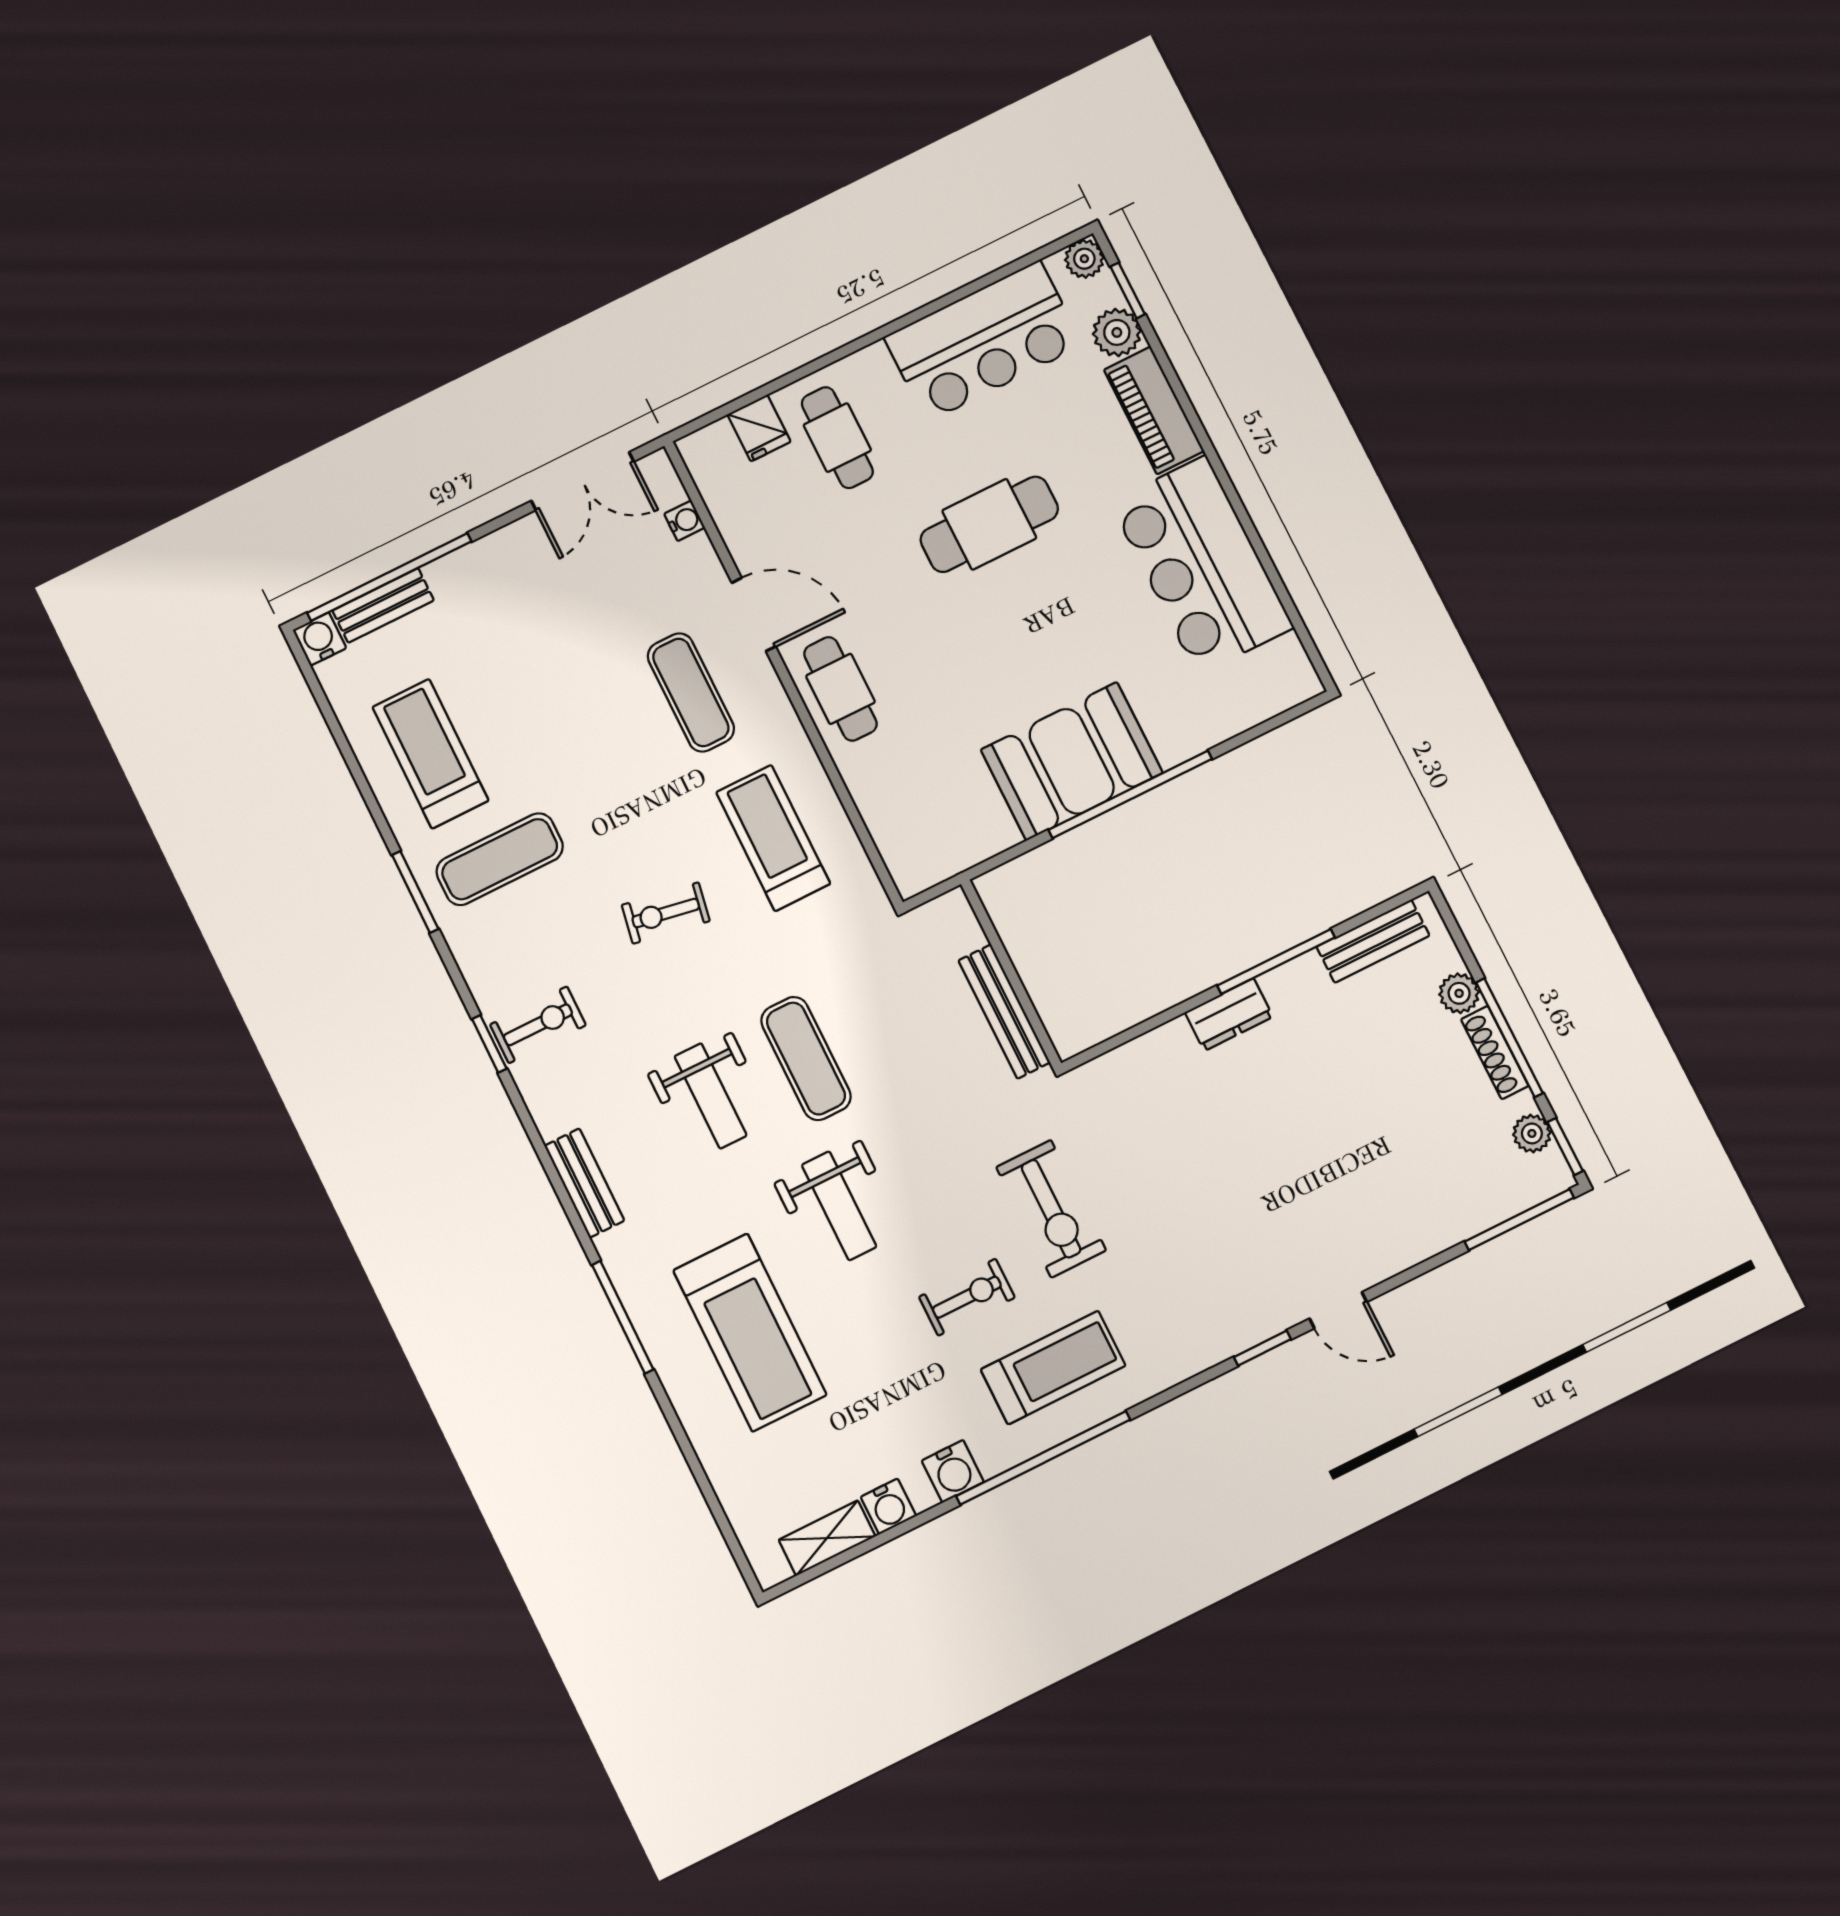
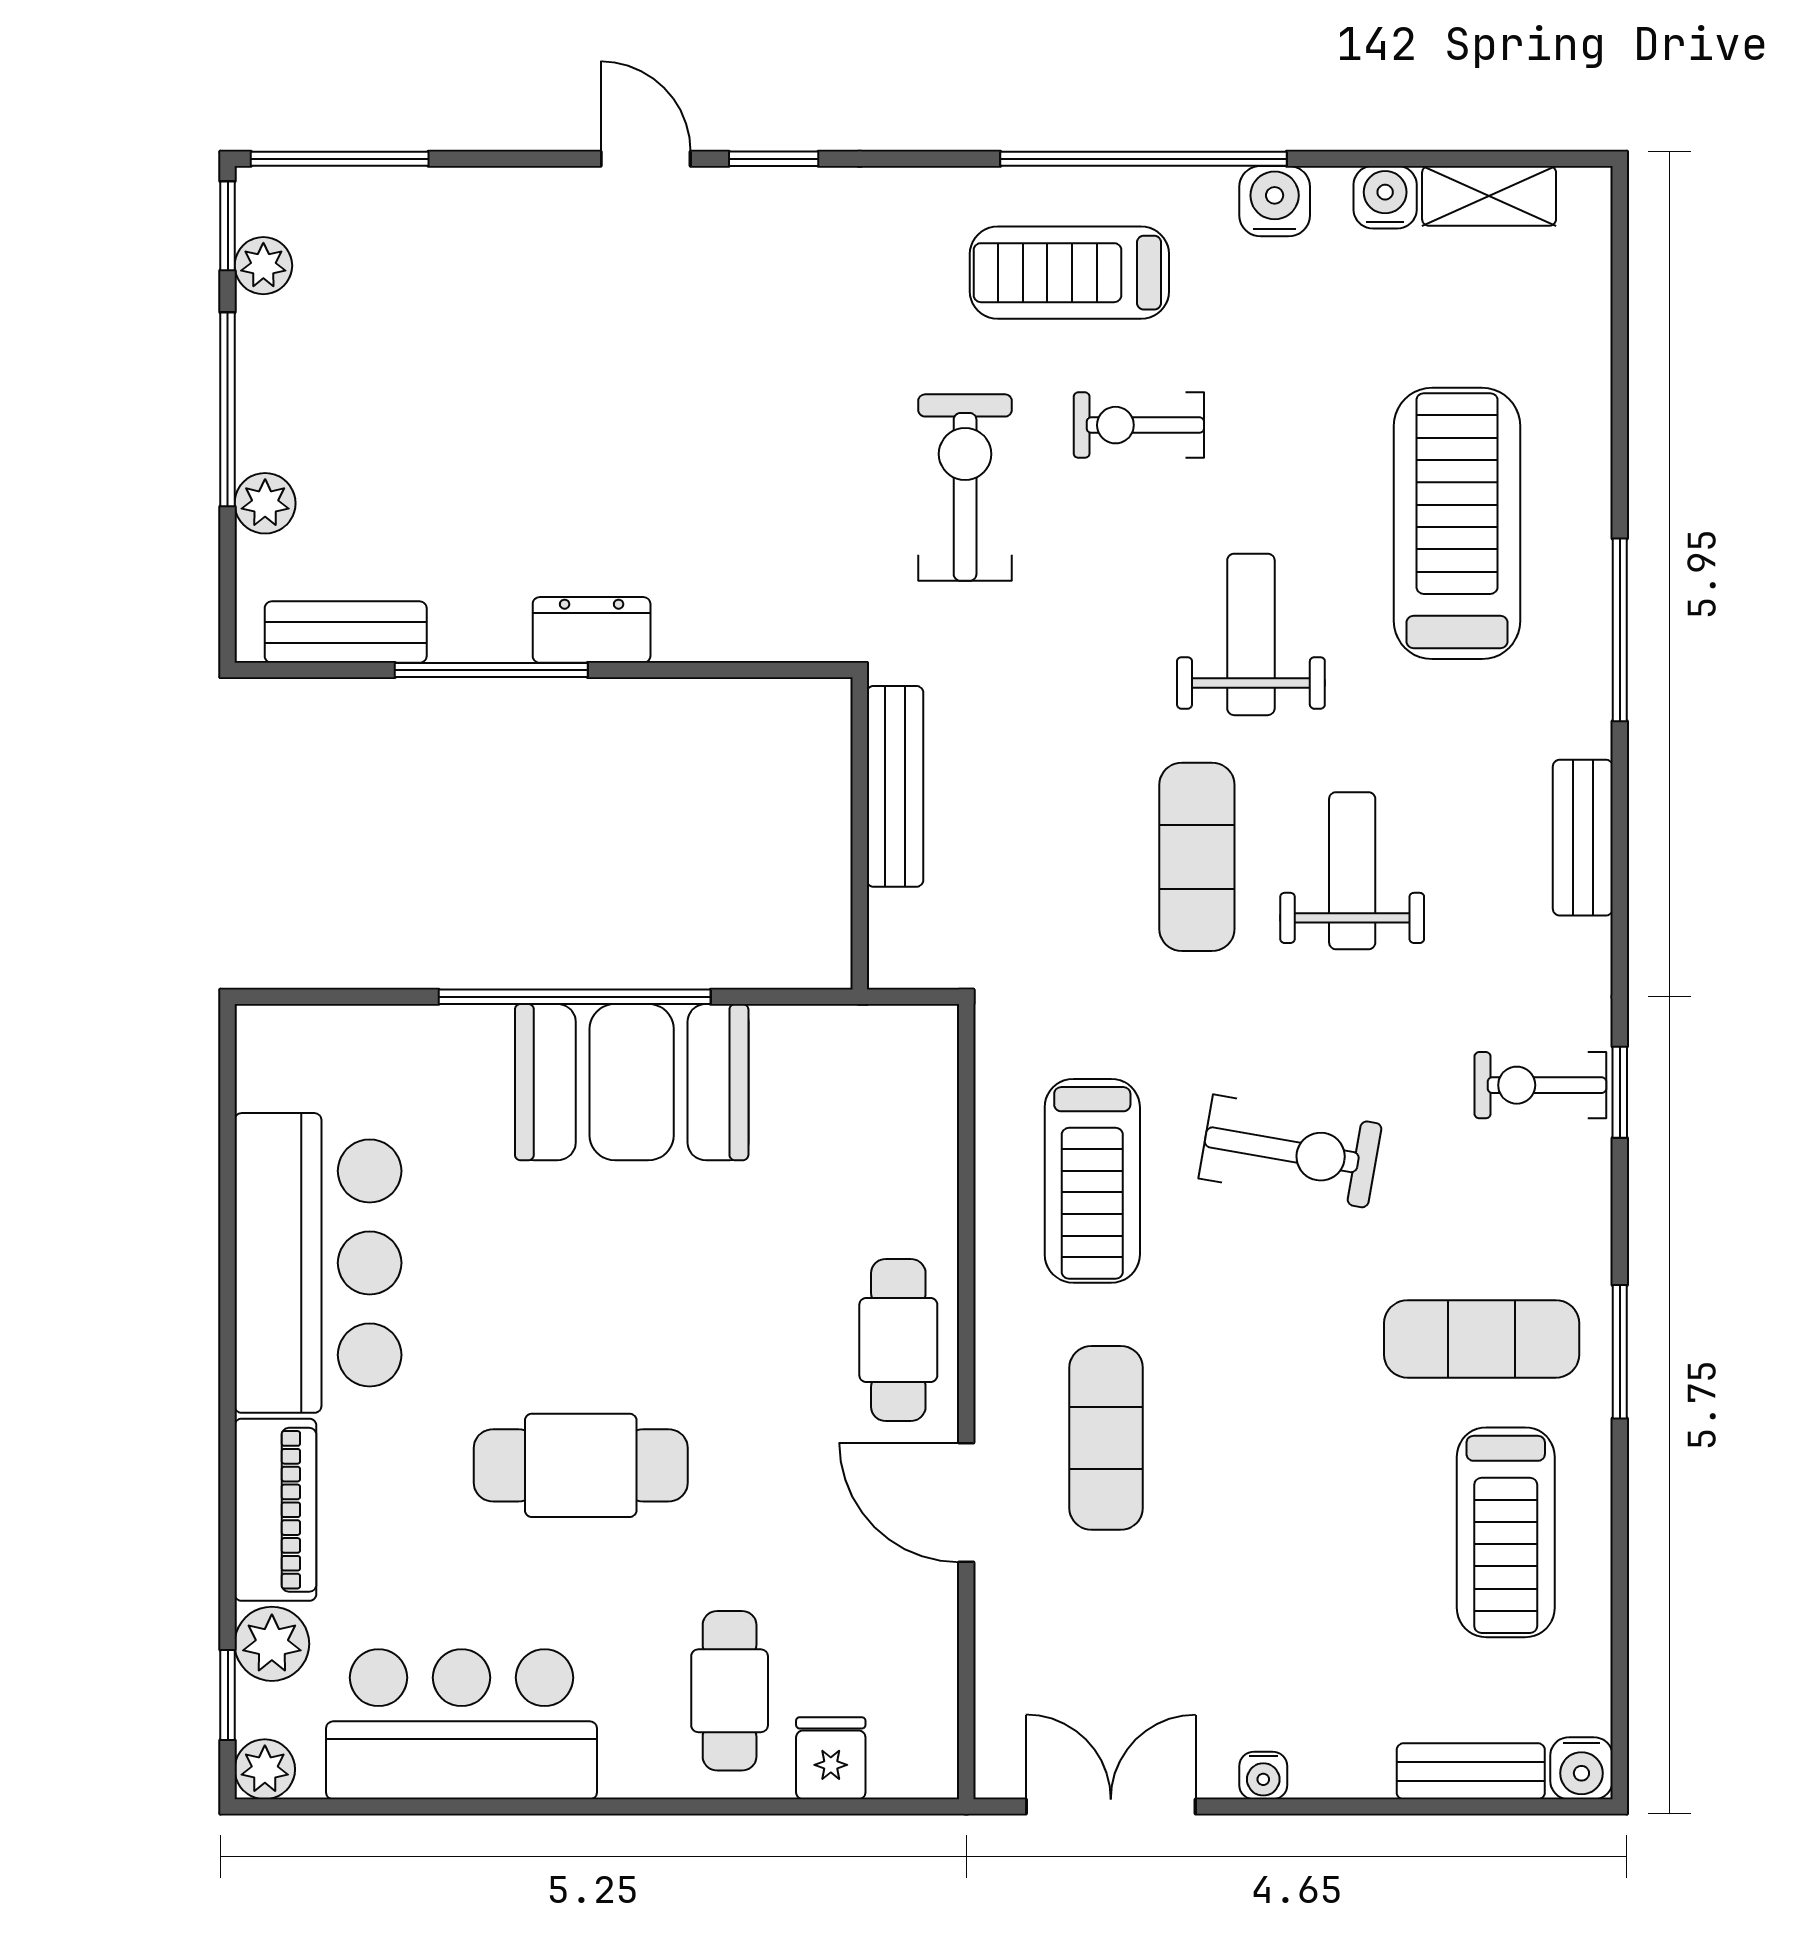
water cooler: (685, 521) -> (1263, 1776), moved, turned -90
window: (389, 577) -> (1443, 1807), removed
exercise bike: (666, 913) -> (1290, 1151), width x1.38, depth x1.39
shoe rack: (1495, 1053) -> (258, 399), removed

